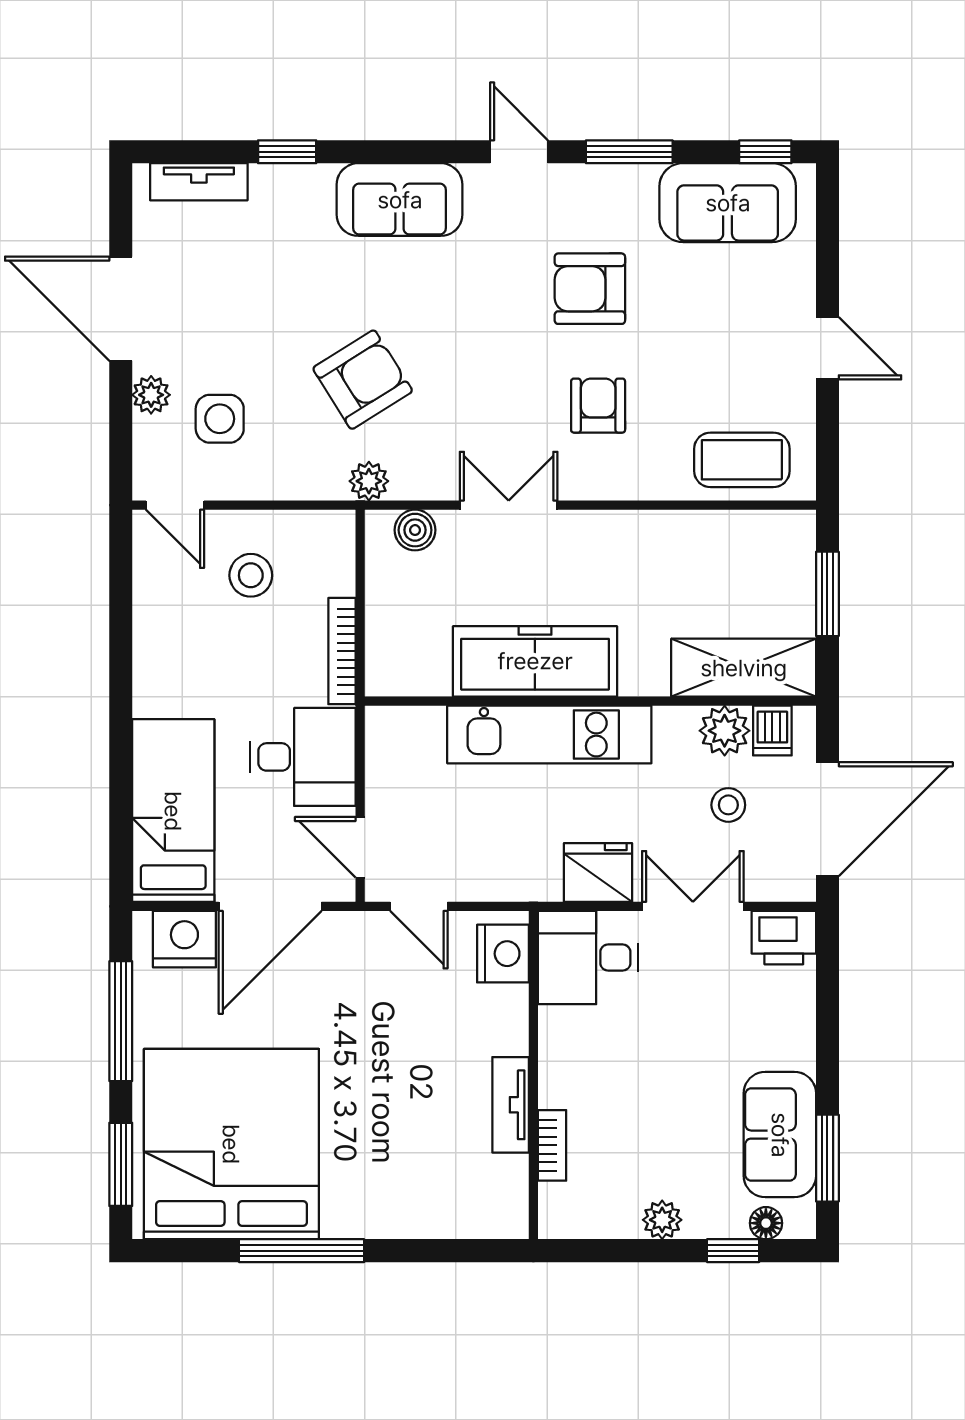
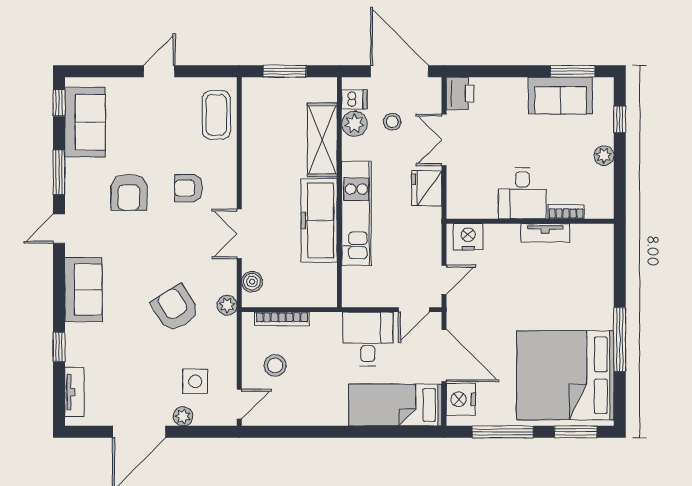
bookcase: (342, 651) -> (282, 319), moved
shelving: (744, 668) -> (322, 140), moved
desk: (588, 958) -> (522, 193), moved
floor lamp: (766, 1223) -> (606, 103), removed

